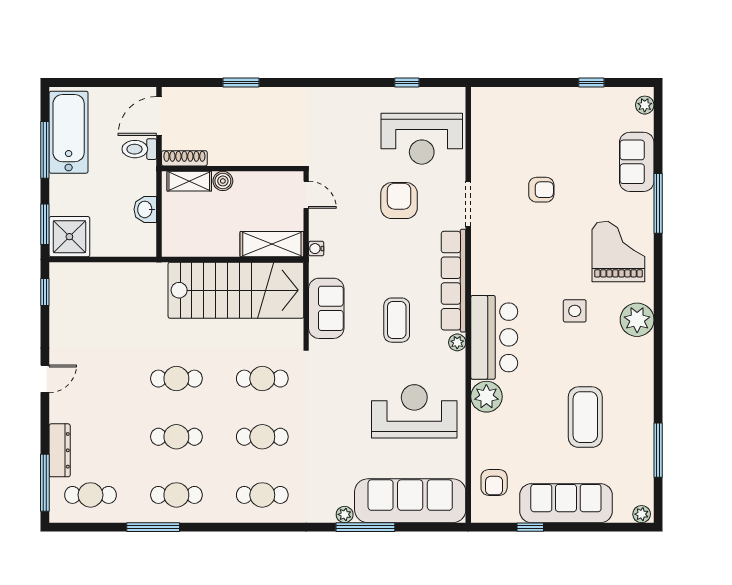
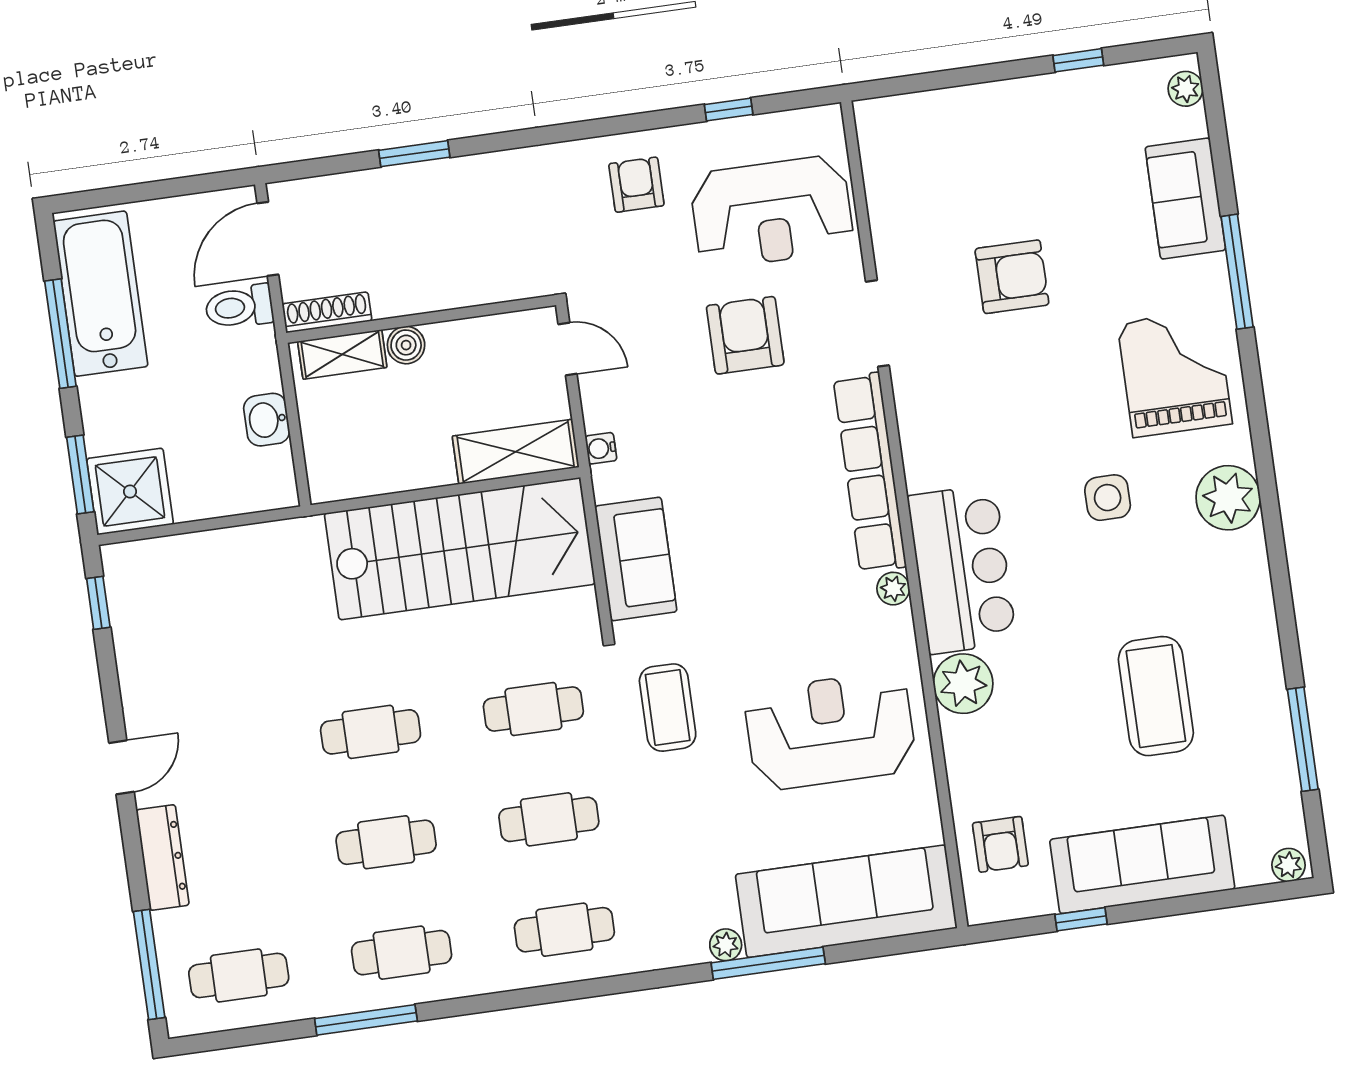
armchair: (354, 115) -> (636, 185), added
armchair: (541, 190) -> (1012, 277), width x1.38, depth x1.38
coffee table: (397, 320) -> (668, 708), moved
dresser: (60, 450) -> (163, 858), moved

